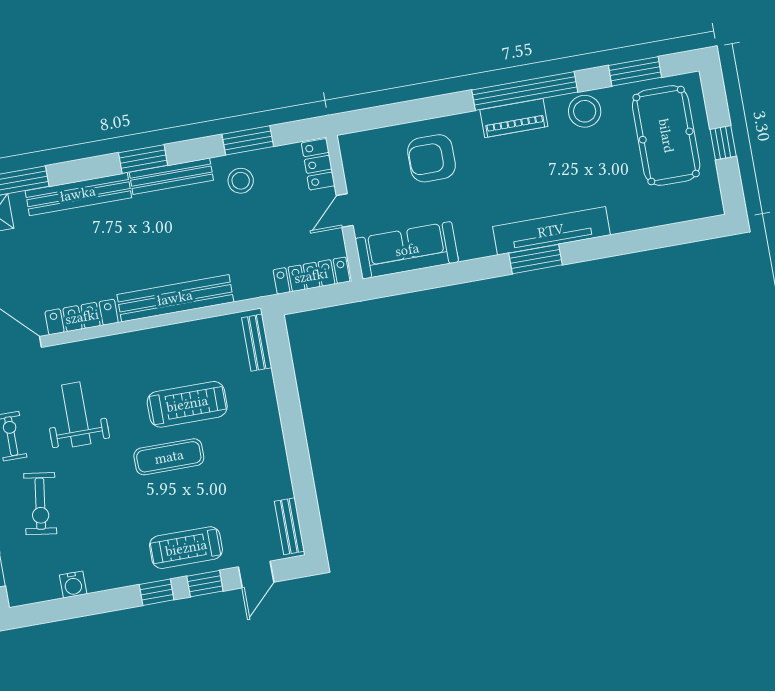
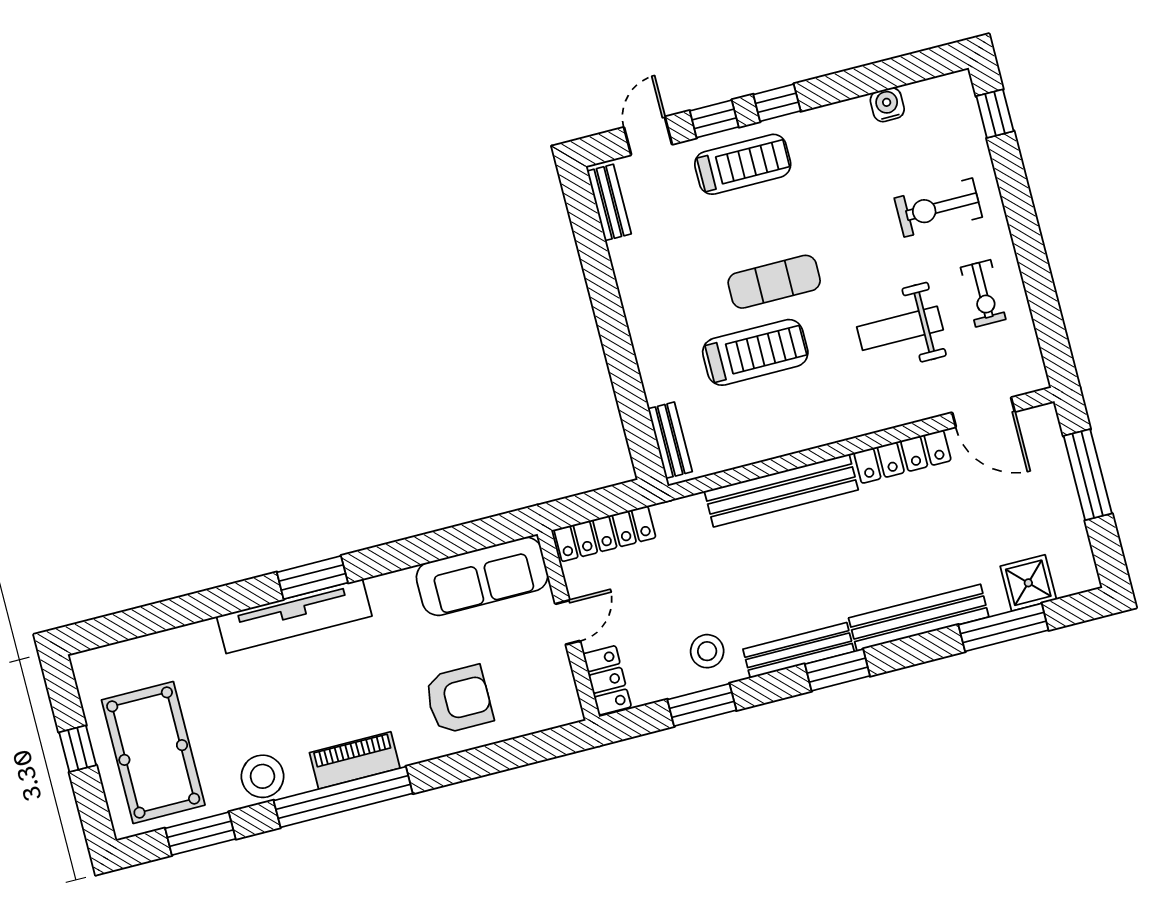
treadmill: (187, 404) -> (755, 352), turned 180
weight bench: (76, 414) -> (900, 328), turned 90
exercise bike: (40, 504) -> (938, 208), turned -98

